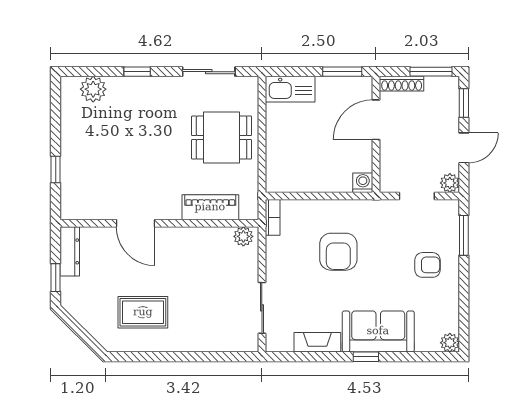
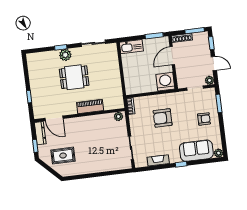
plant: (93, 89) -> (65, 55), moved
dining table: (222, 138) -> (74, 77), moved
door: (464, 148) -> (214, 64), hinge flipped
washing machine: (363, 183) -> (165, 82), width x1.89, depth x1.89
piano: (210, 207) -> (90, 106), moved
door: (136, 223) -> (54, 118), moved
armchair: (338, 252) -> (163, 118), turned 90
rug: (143, 312) -> (63, 156), moved
sofa: (378, 331) -> (196, 151), moved

